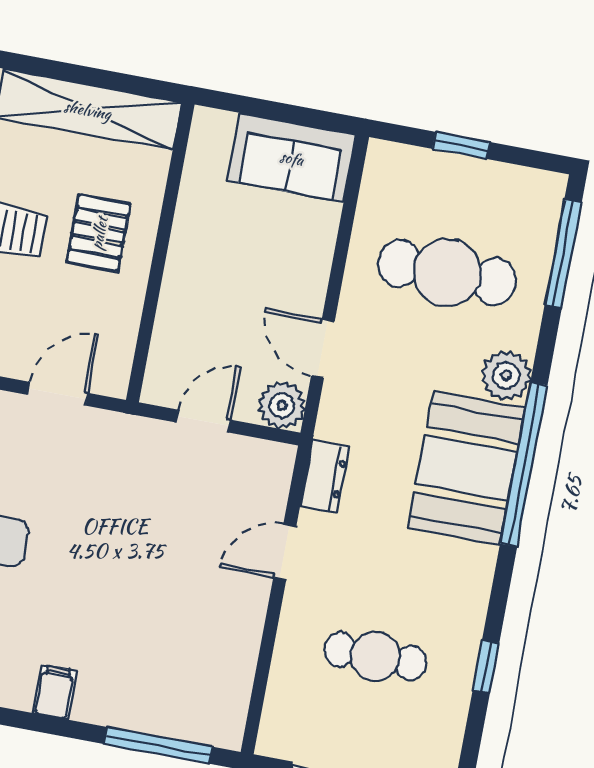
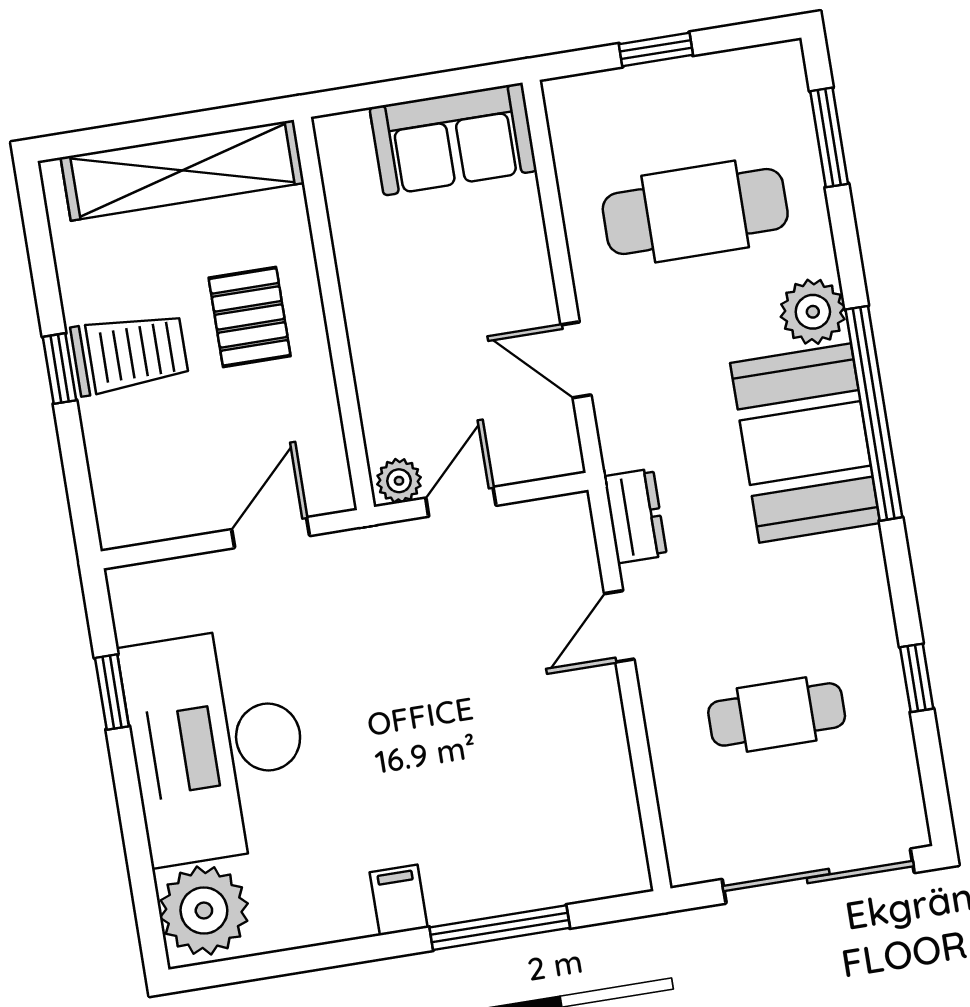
window: (563, 254) -> (829, 137), width x0.69
plant: (282, 405) -> (399, 481), moved, width x0.73, depth x0.73
window: (158, 745) -> (500, 928), moved

